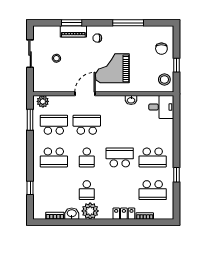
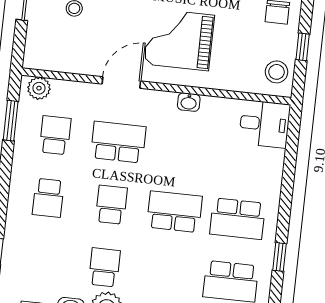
washbasin: (131, 100) -> (189, 102), moved
school desk: (54, 125) -> (55, 135), width x0.54
school desk: (54, 157) -> (48, 198), width x0.54
school desk: (87, 157) -> (111, 205), turned 180
school desk: (87, 190) -> (104, 267), turned 180

